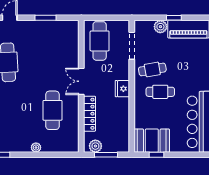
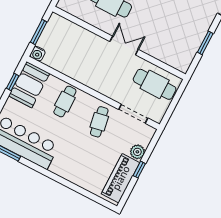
fridge: (122, 89) -> (96, 82), removed
cafe table: (160, 92) -> (65, 102), moved
locker: (90, 114) -> (88, 37), removed
plant: (95, 146) -> (53, 26), removed
water cooler: (124, 147) -> (38, 54), added

